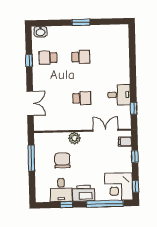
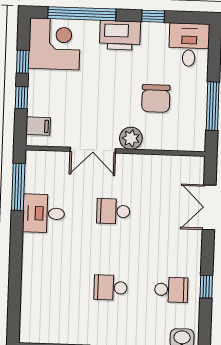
window: (134, 108) -> (18, 187), width x2.17
double door: (105, 130) -> (93, 150), moved
window: (136, 186) -> (23, 62), moved
desk: (61, 190) -> (189, 45), moved

